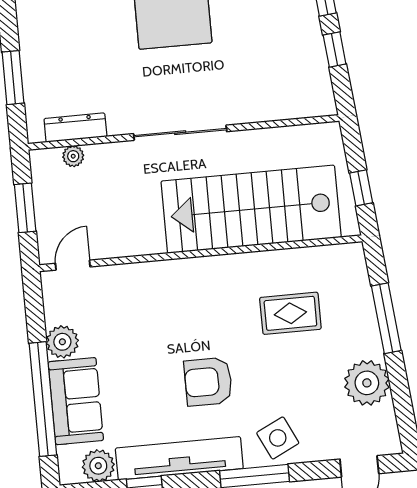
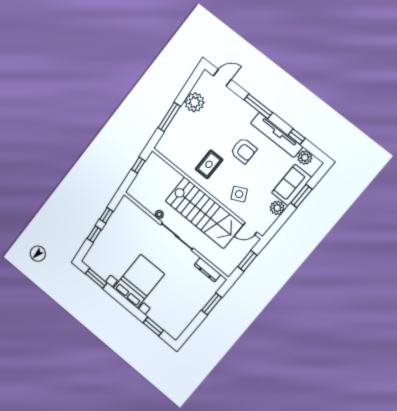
plant: (73, 156) -> (159, 214), moved
stairs: (251, 209) -> (204, 213), moved
rug: (290, 313) -> (209, 164), moved, turned 90
window: (43, 399) -> (301, 196), width x0.47
side table: (278, 438) -> (239, 194), moved

